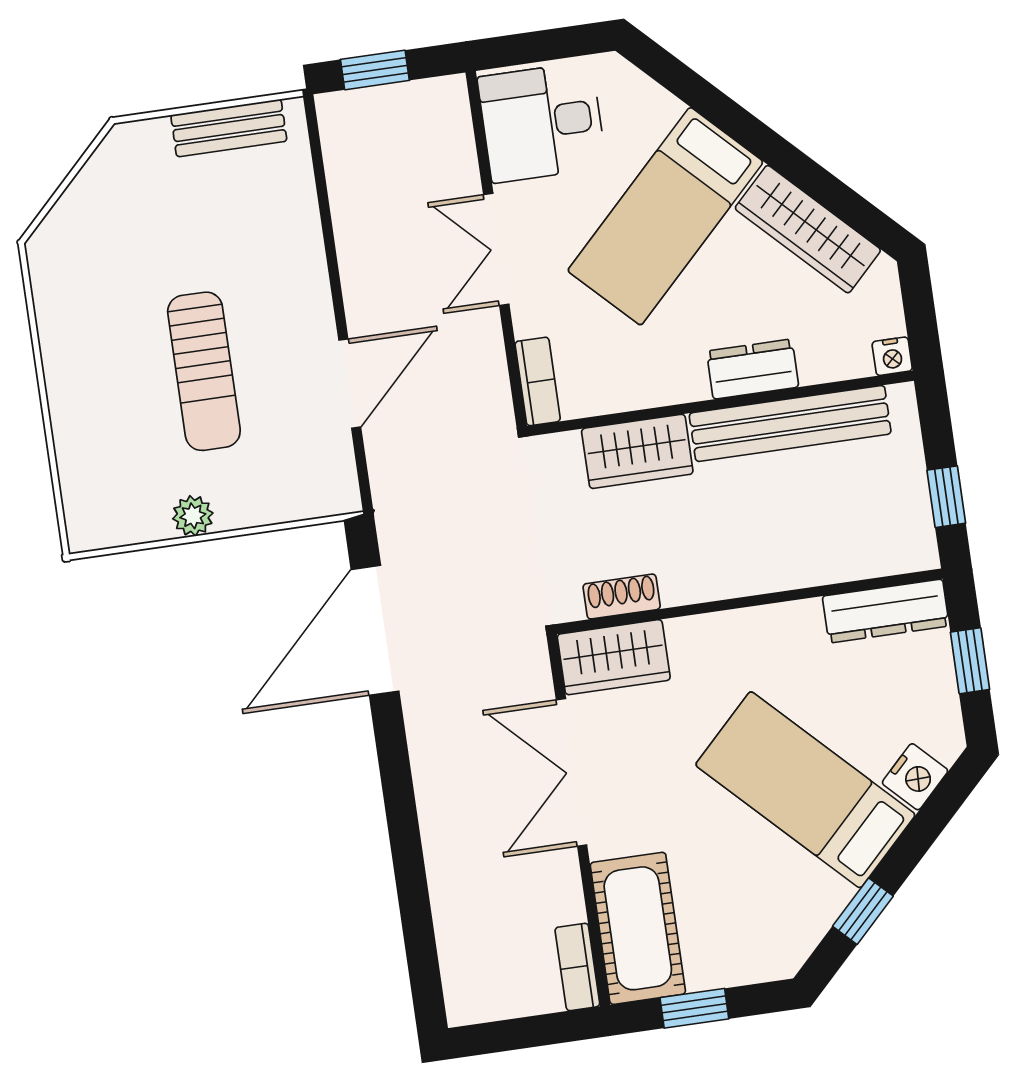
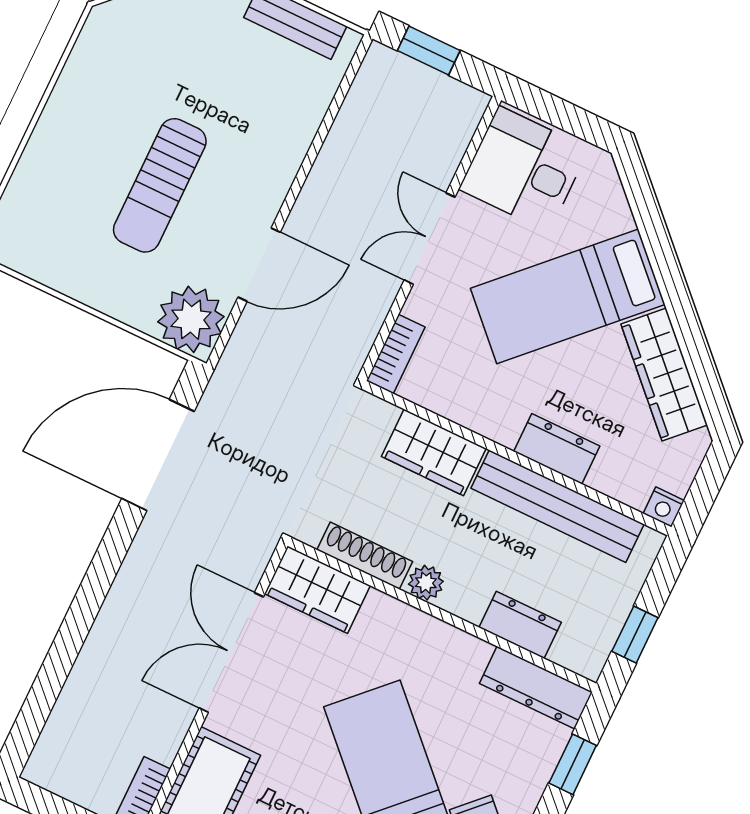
plant: (193, 516) -> (191, 319), moved, width x1.88, depth x1.88
dresser: (830, 561) -> (520, 625), added
plant: (713, 581) -> (426, 583), added
shoe rack: (622, 597) -> (365, 556), width x1.43

